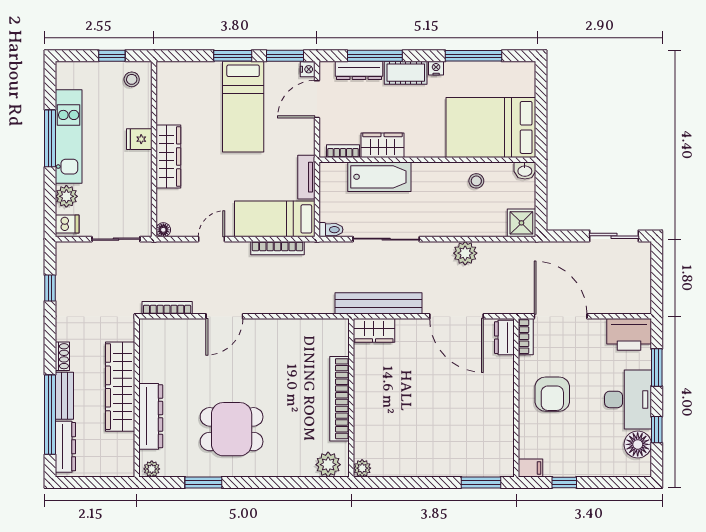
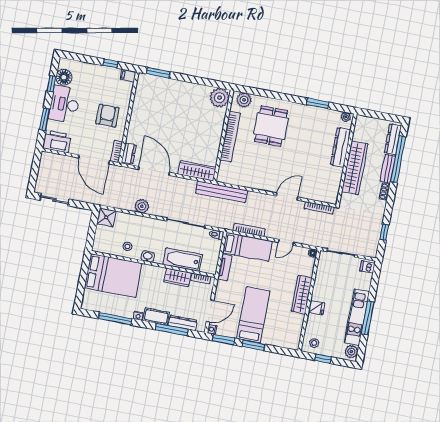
washbasin: (525, 171) -> (148, 257), moved
plant: (66, 196) -> (351, 352), moved
bench: (378, 303) -> (221, 192), moved
wardrobe: (374, 330) -> (197, 171), width x1.50
dining table: (232, 429) -> (271, 126), moved, turned 90
plant: (362, 468) -> (220, 98), width x1.88, depth x1.88

